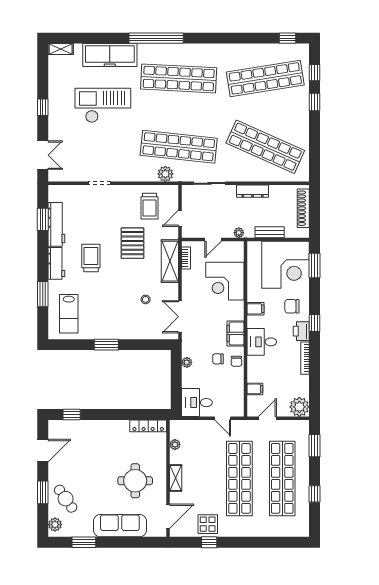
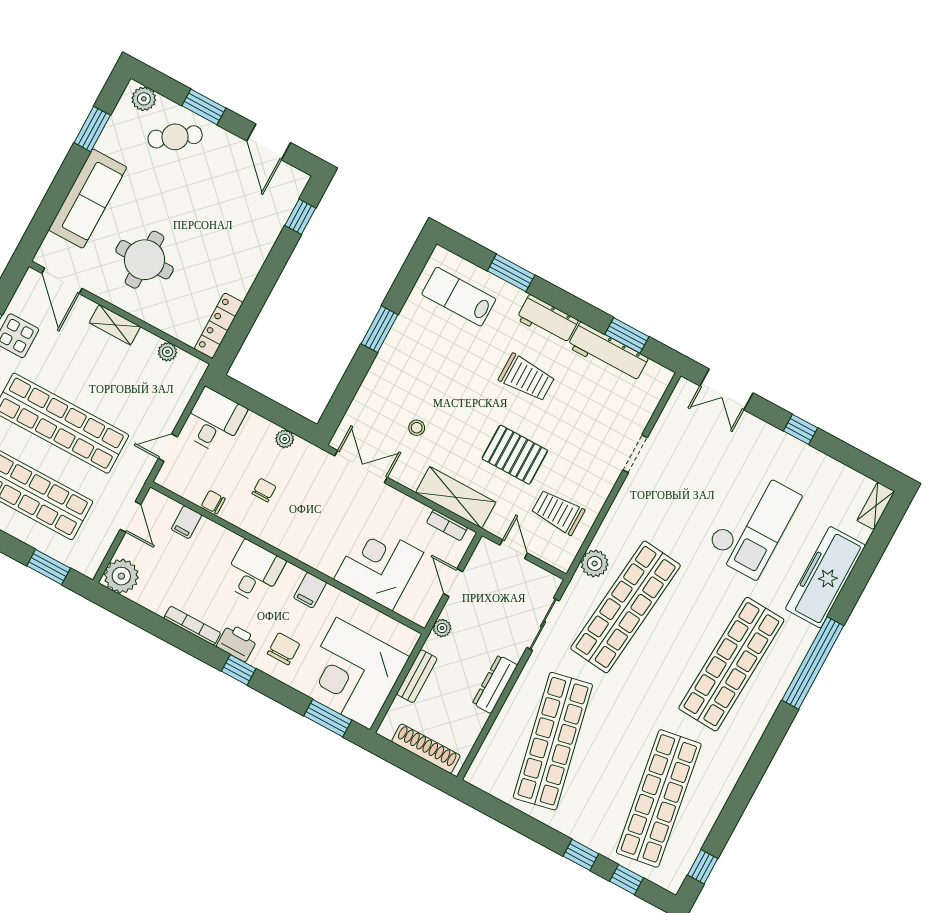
shop shelf: (265, 147) -> (553, 741), turned -36
filing cabinet: (235, 333) -> (289, 538), removed
chair: (236, 361) -> (213, 502), moved

